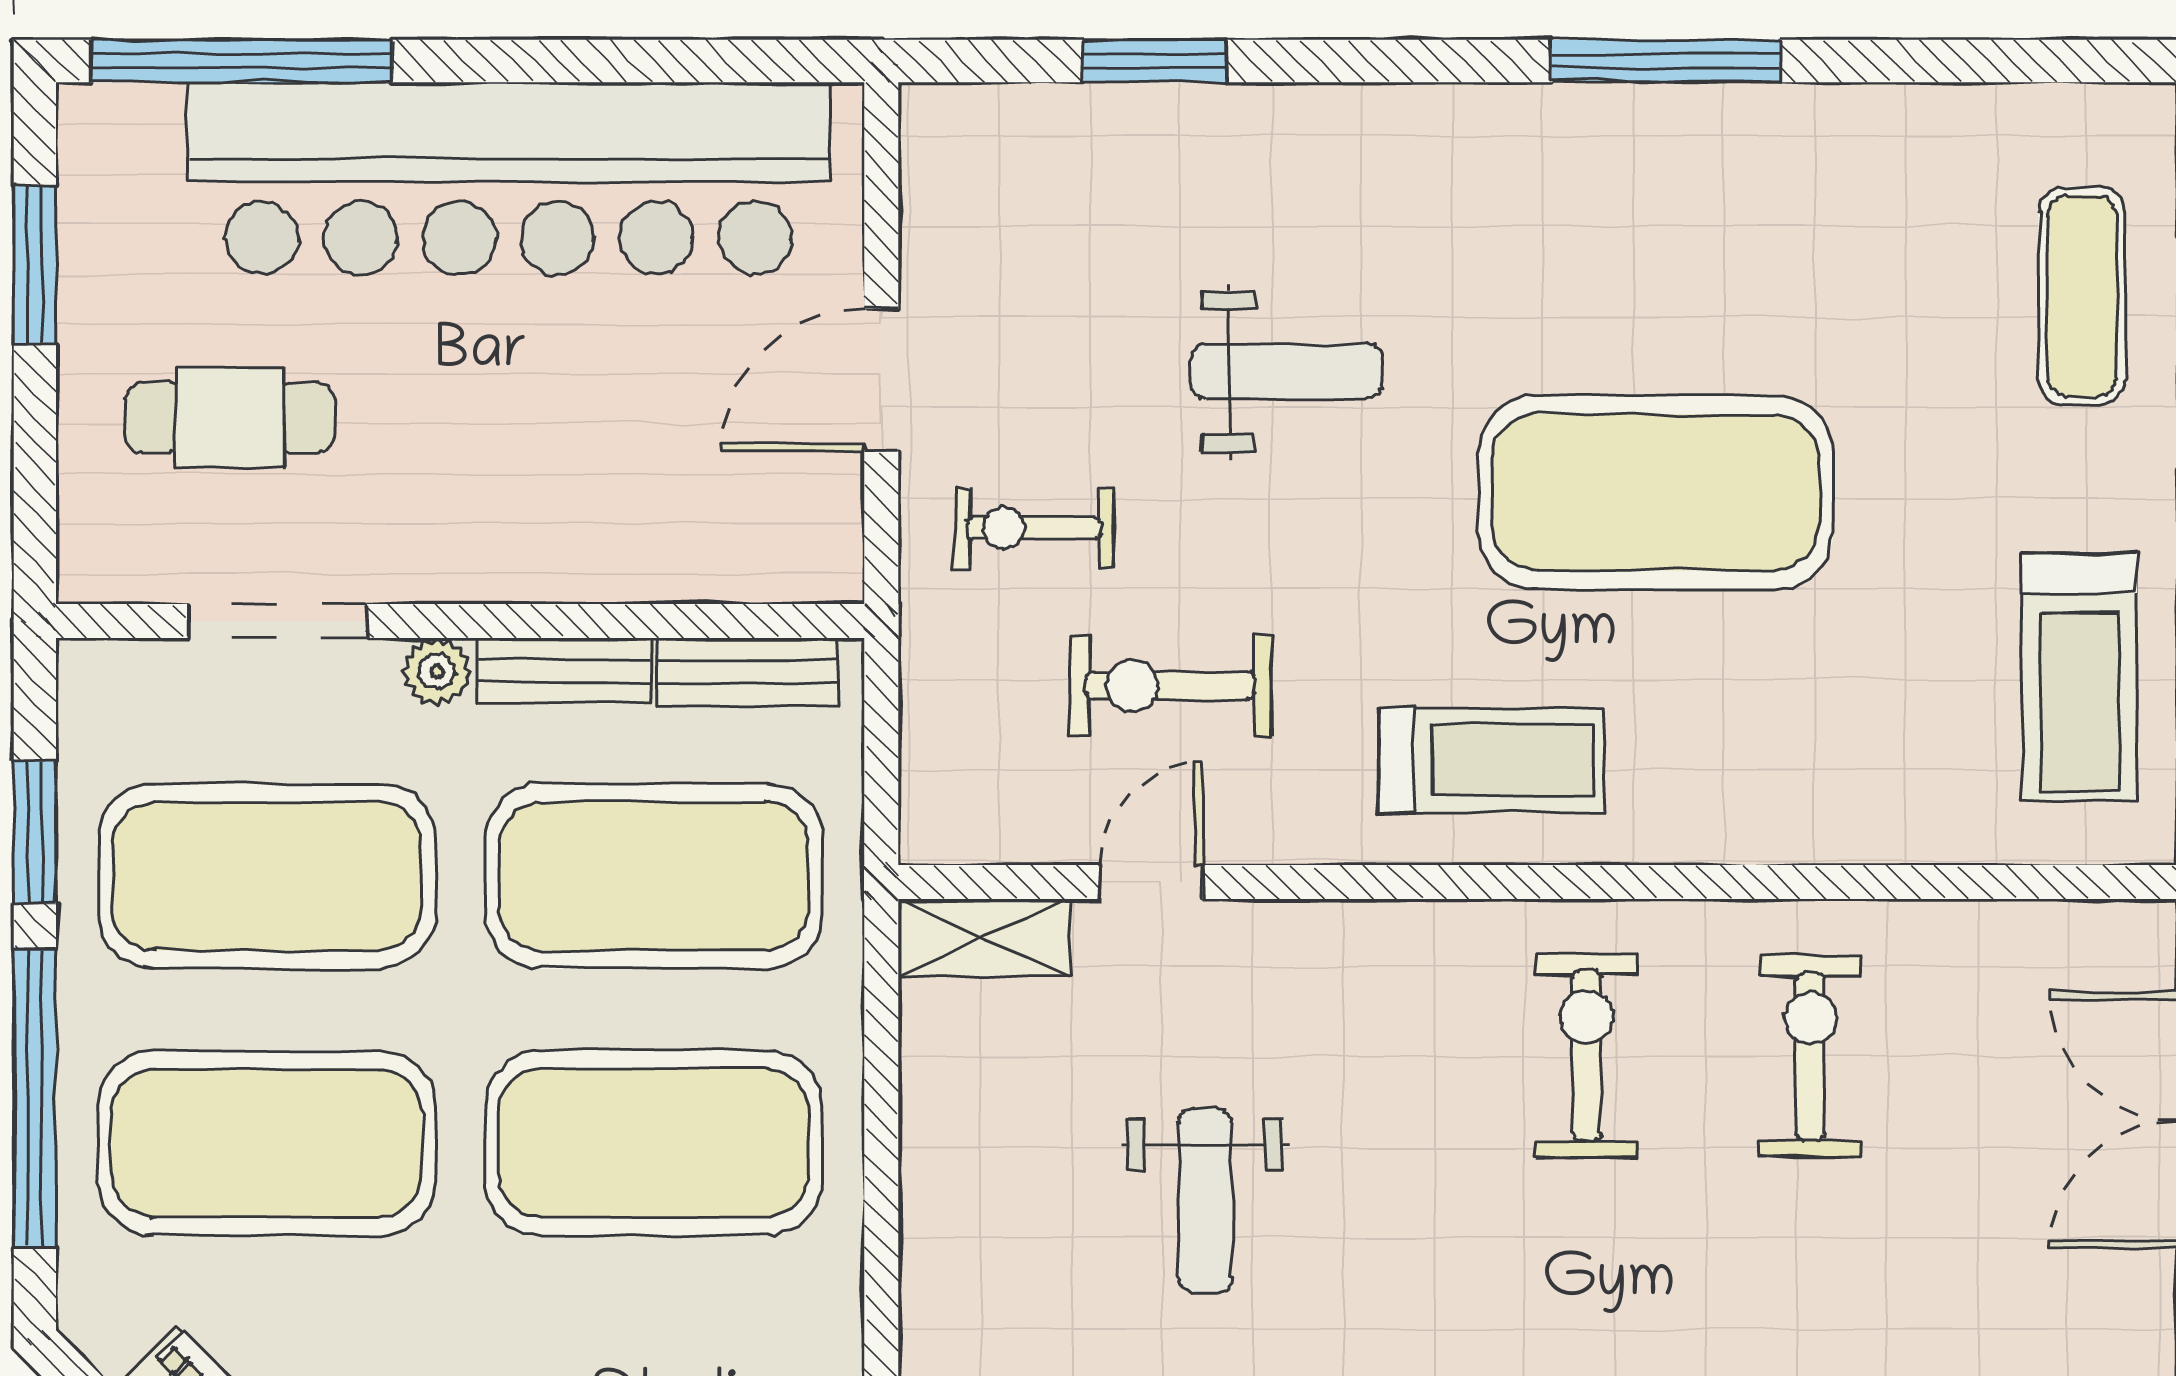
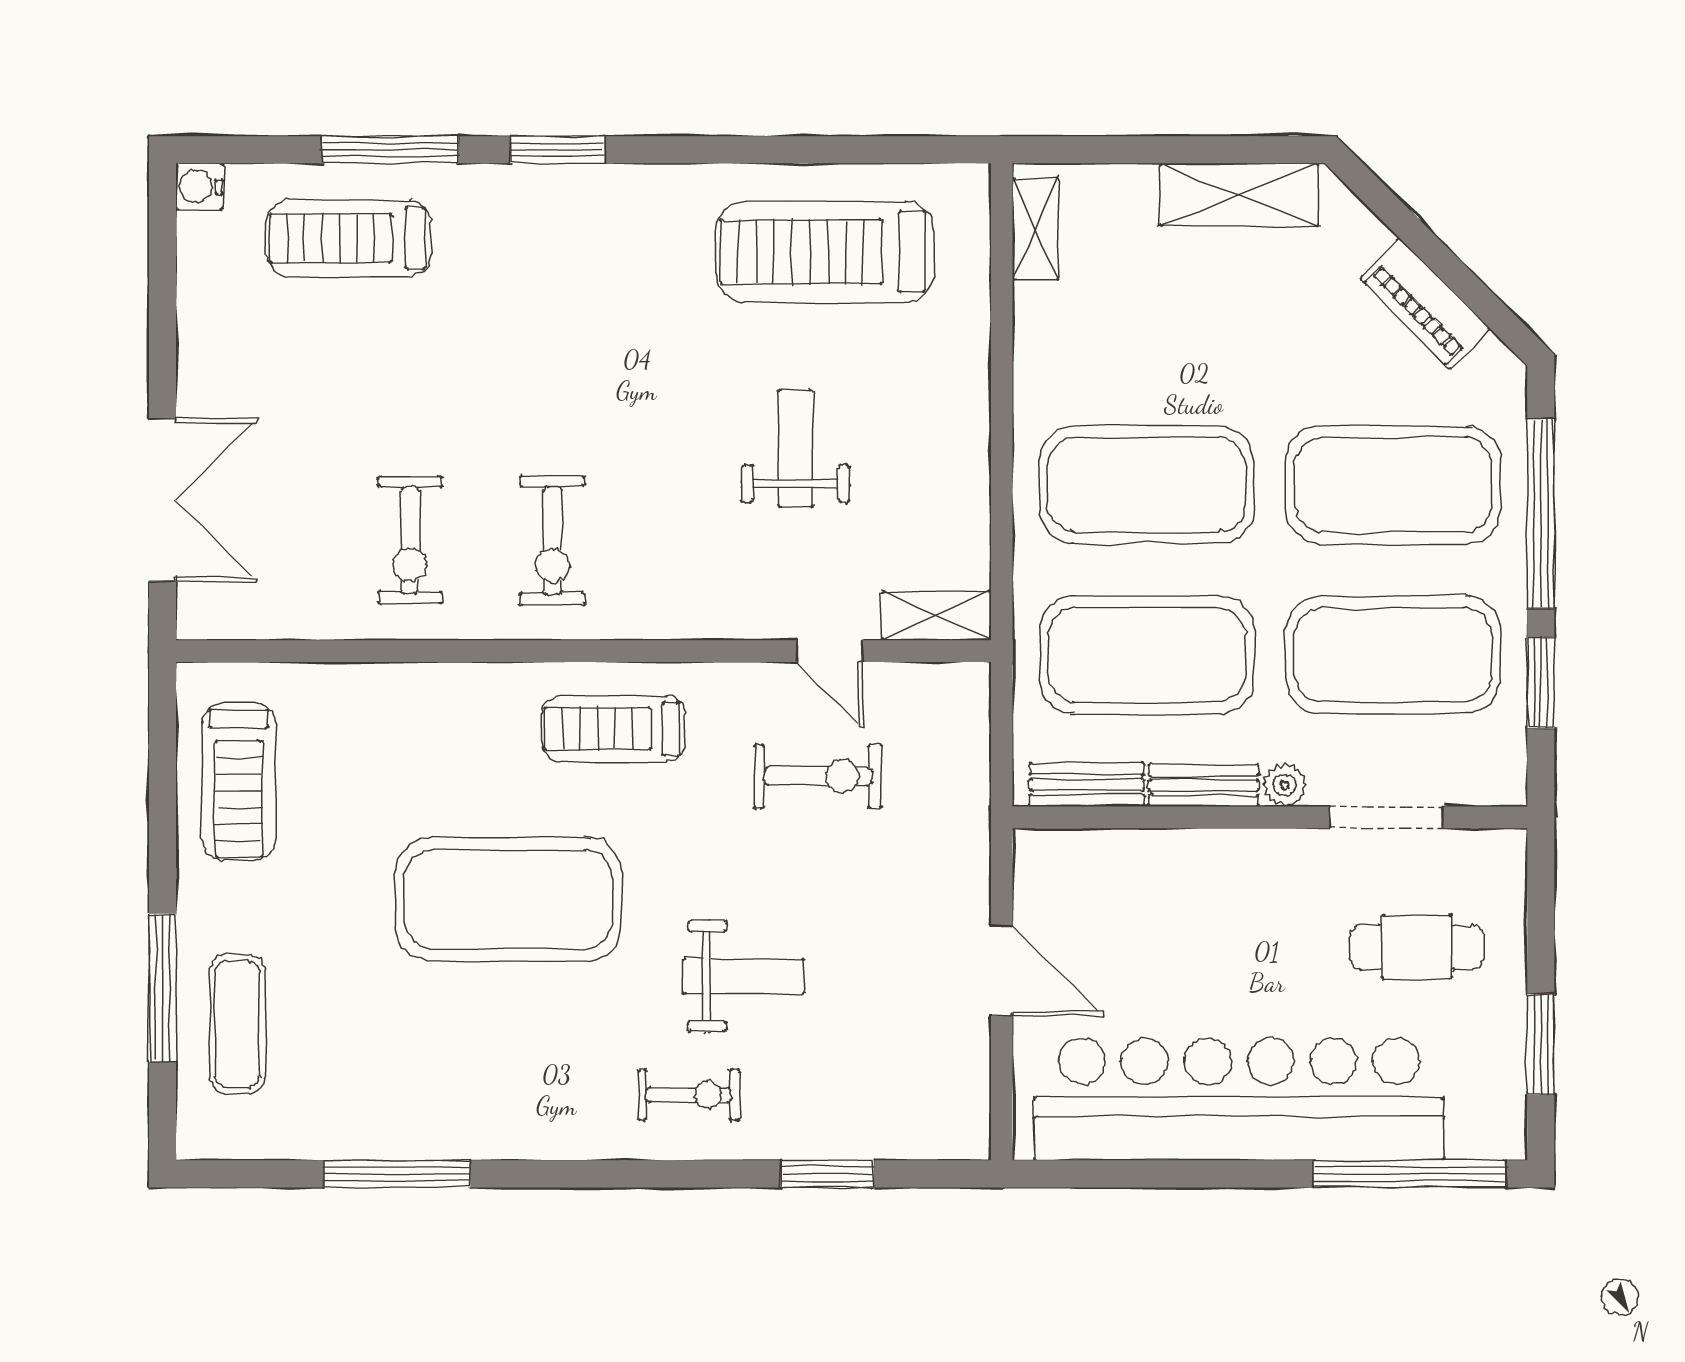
window: (1665, 61) -> (397, 1174), moved
weight bench: (1286, 371) -> (744, 976), turned 180
door: (881, 380) -> (1002, 971), hinge flipped
exercise bike: (1034, 528) -> (689, 1095), moved
treadmill: (2079, 677) -> (239, 782), turned 180
door: (1151, 882) -> (830, 651), hinge flipped

